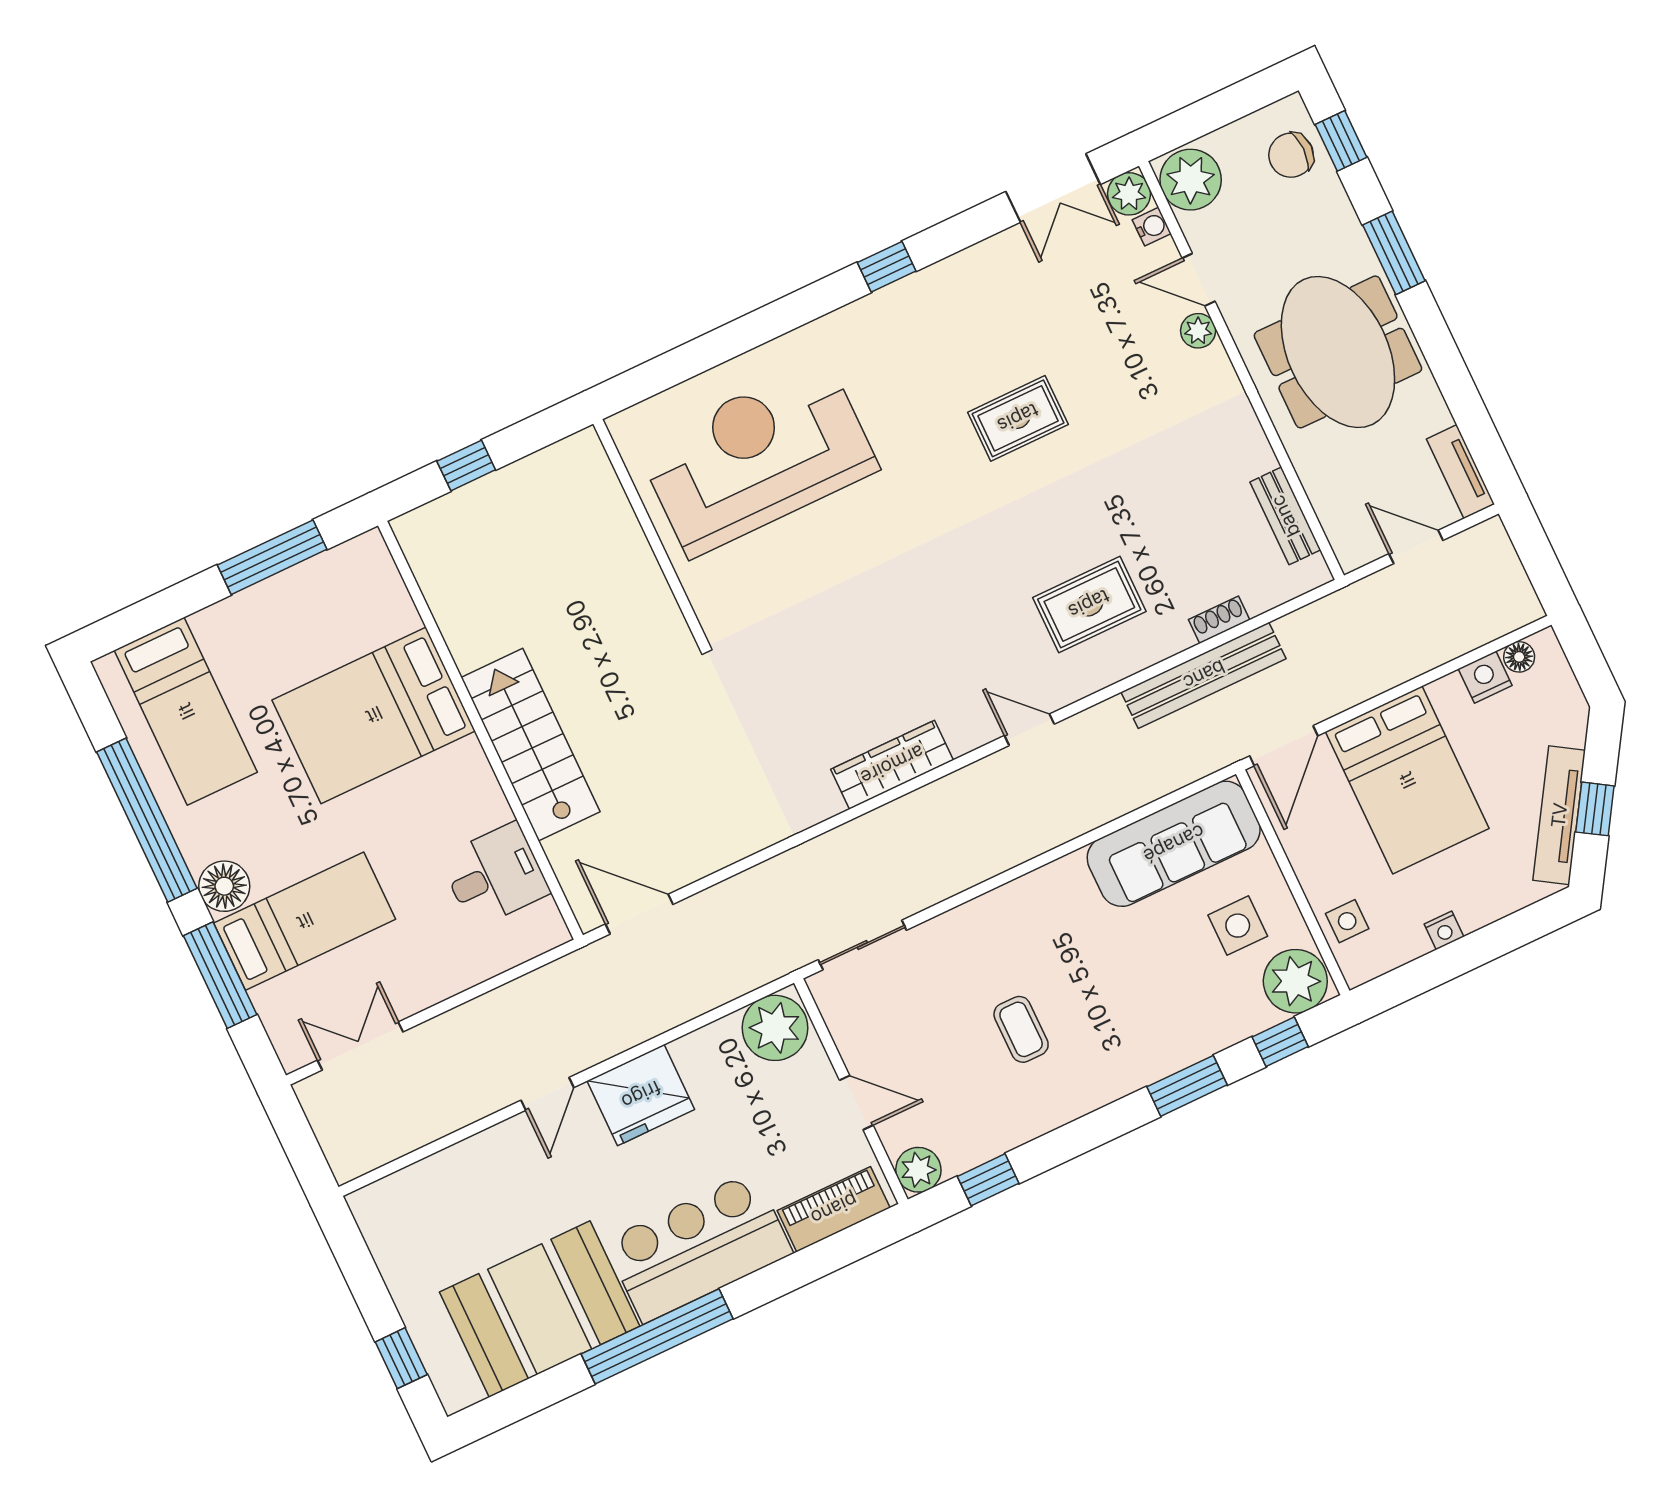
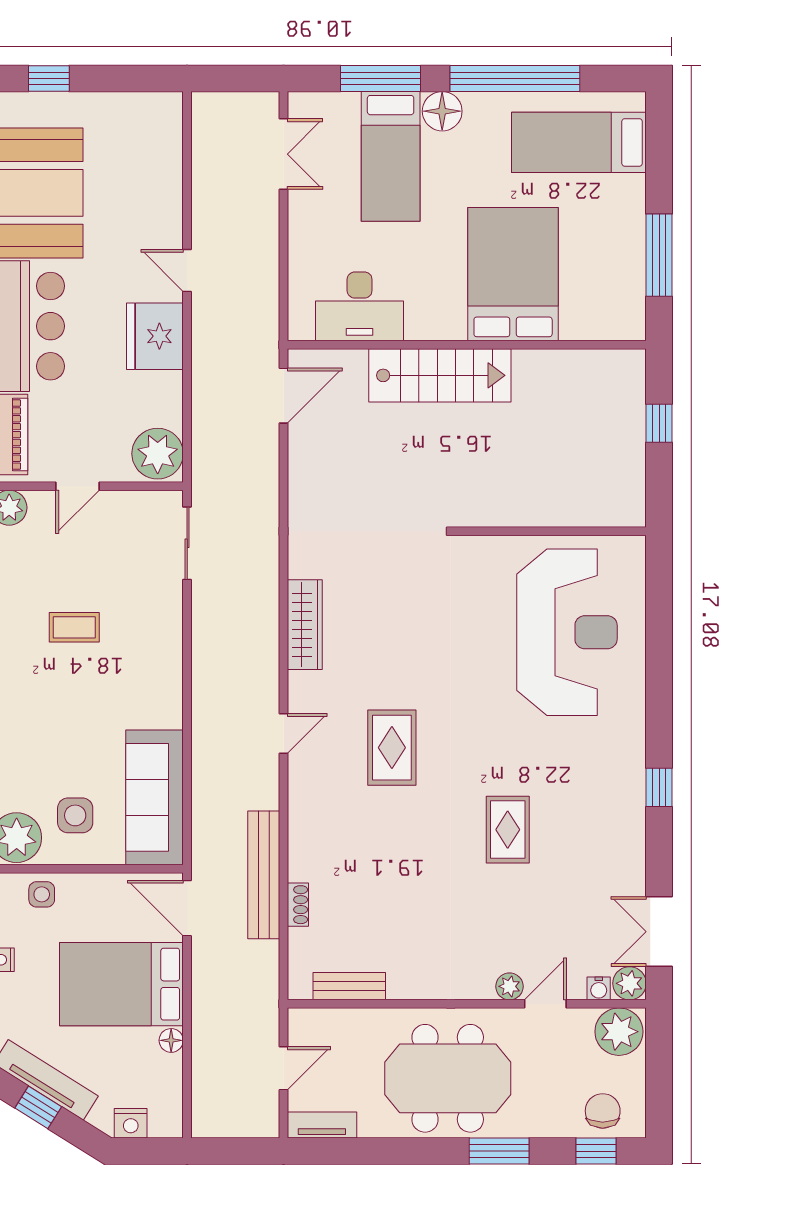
rug: (1089, 604) -> (392, 748), moved
floor lamp: (1519, 657) -> (171, 1040), moved
nightstand: (1485, 677) -> (131, 1123), moved, turned 90
desk: (495, 875) -> (360, 306), width x1.37

